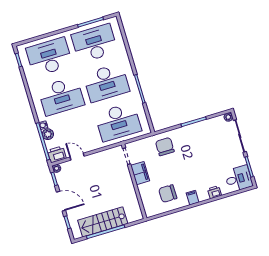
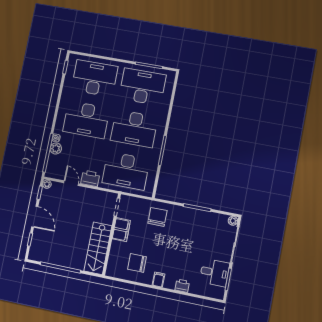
printer: (57, 154) -> (90, 178), moved
desk: (239, 179) -> (215, 273), moved
stairs: (103, 222) -> (98, 248), moved, turned -90

